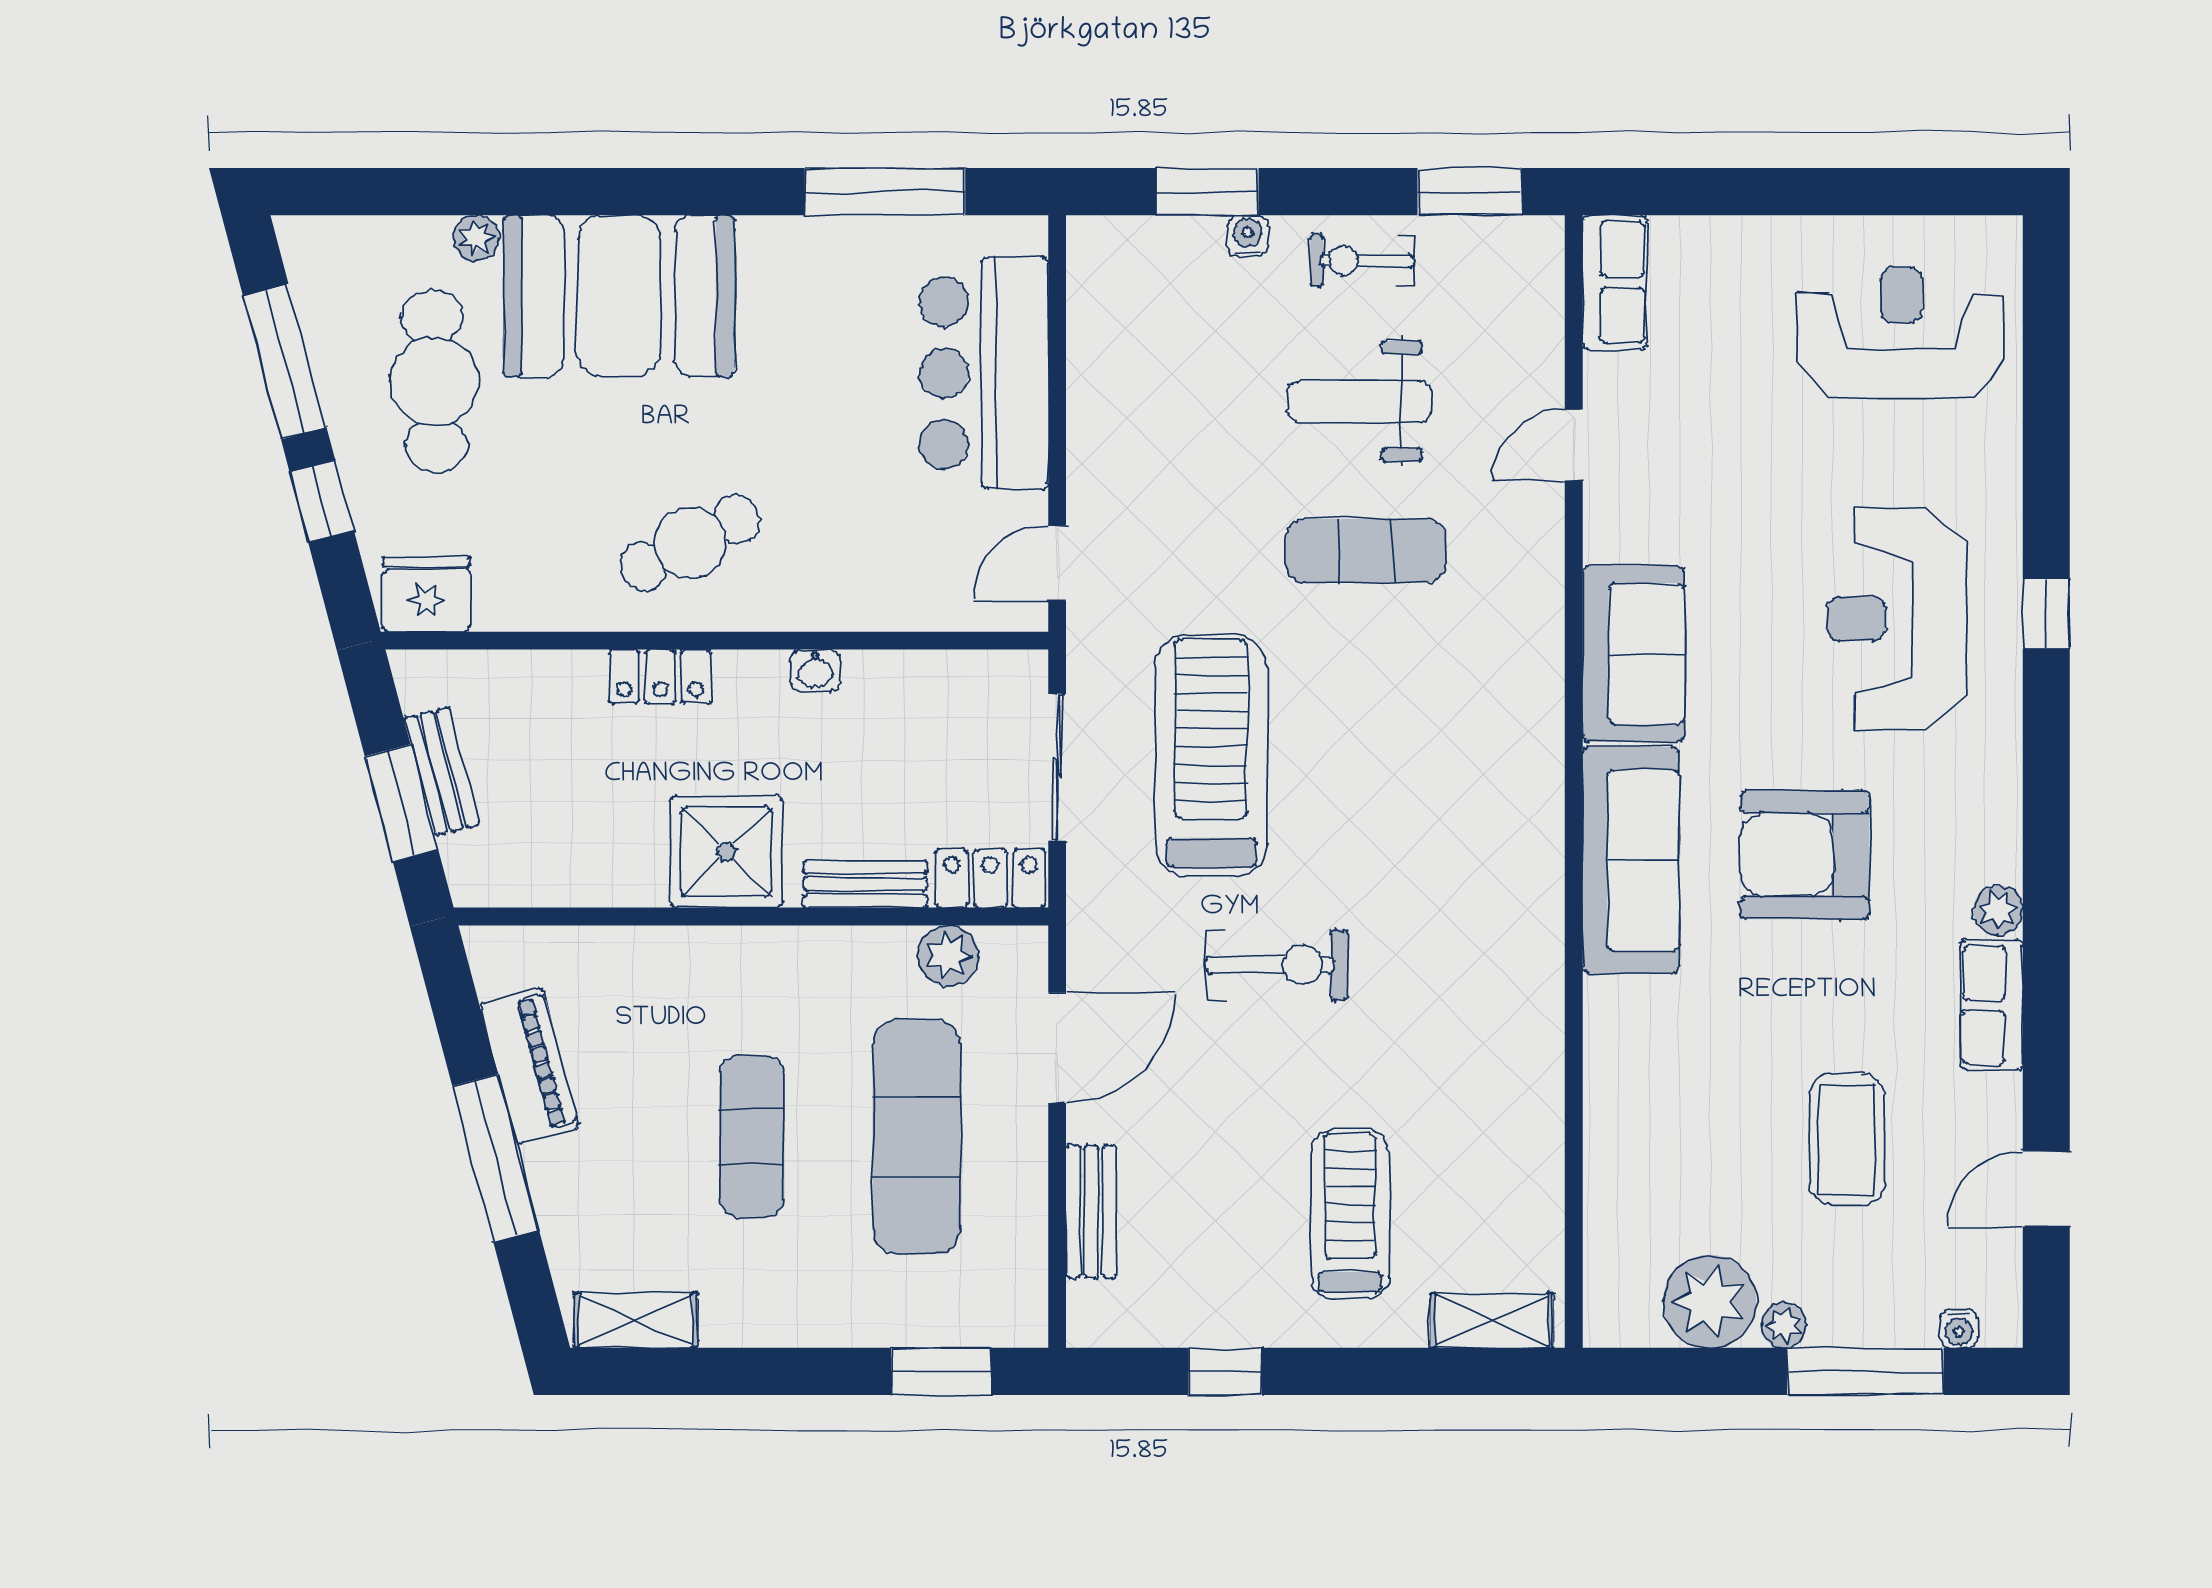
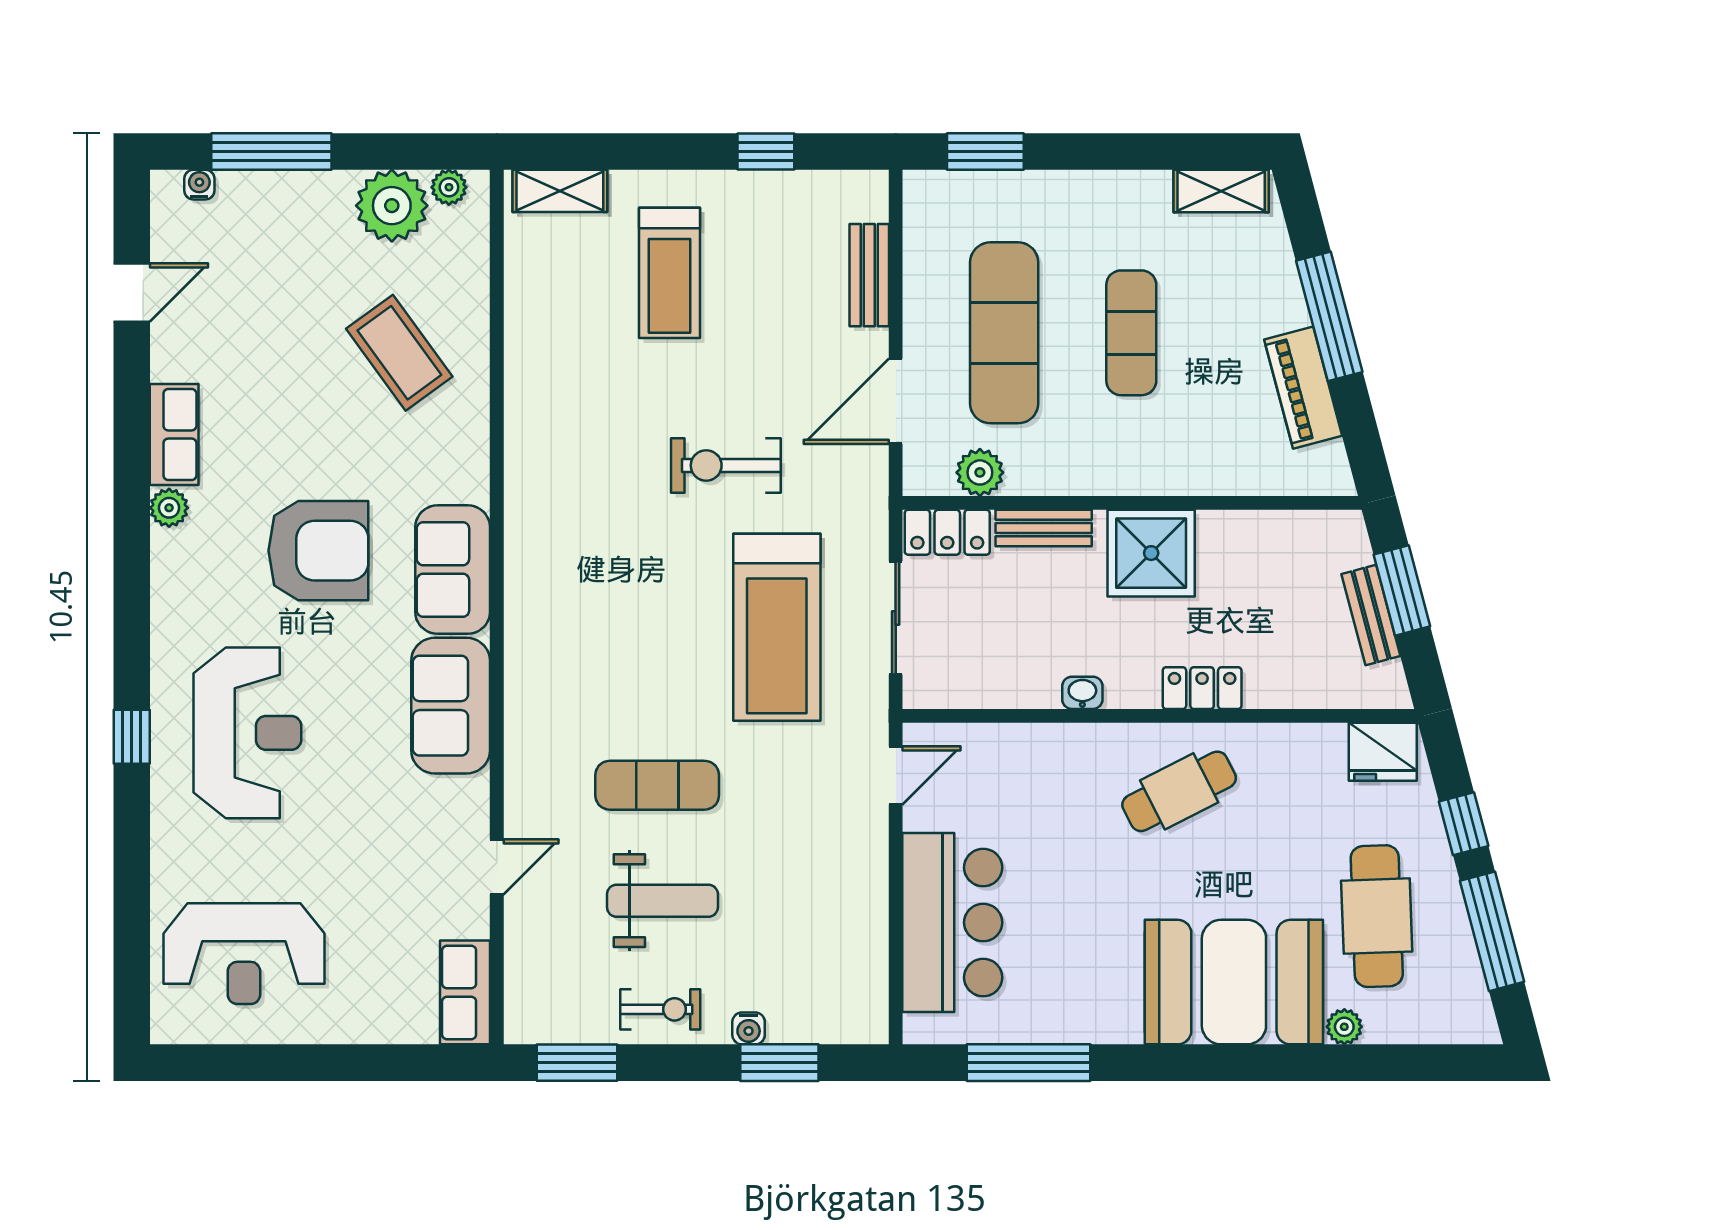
sofa: (1631, 860) -> (453, 570), width x0.73
coffee table: (1847, 1139) -> (399, 353), moved, turned -36
plant: (1784, 1325) -> (449, 187), moved

